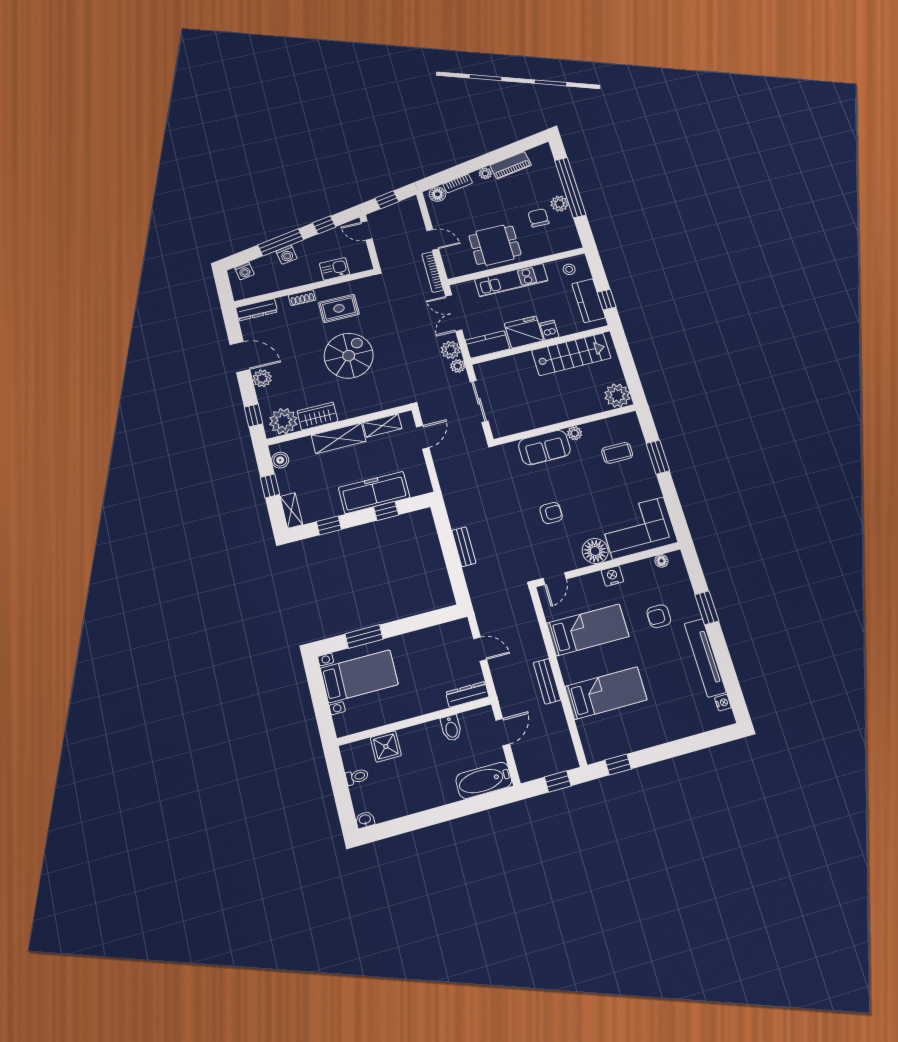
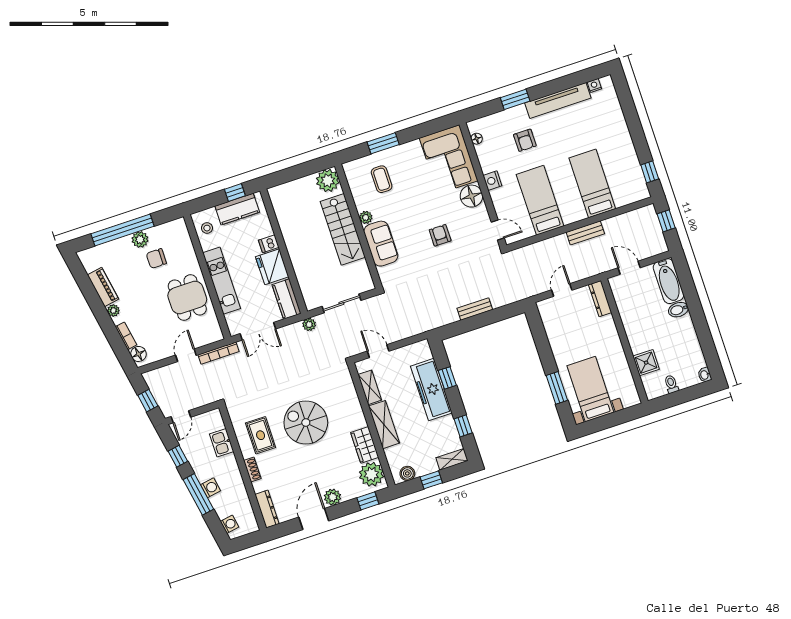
plant: (451, 350) -> (294, 332), removed
stairs: (571, 354) -> (343, 229), moved, turned 180
bidet: (451, 728) -> (678, 310), moved, turned 180

